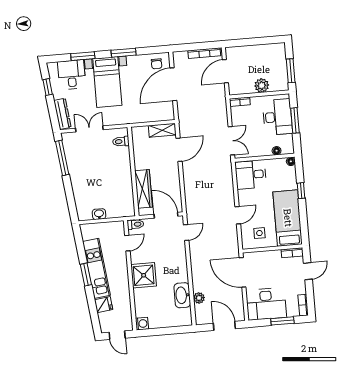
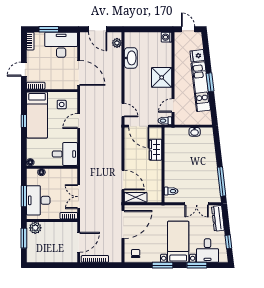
door: (173, 84) -> (123, 225), moved
plant: (262, 86) -> (35, 228), moved
double door: (231, 141) -> (79, 197), moved
door: (179, 150) -> (123, 180), swing flipped
wardrobe: (144, 189) -> (155, 150), width x0.67
window: (301, 191) -> (24, 121), moved
door: (186, 233) -> (123, 110), swing flipped
plant: (199, 298) -> (117, 43), moved

